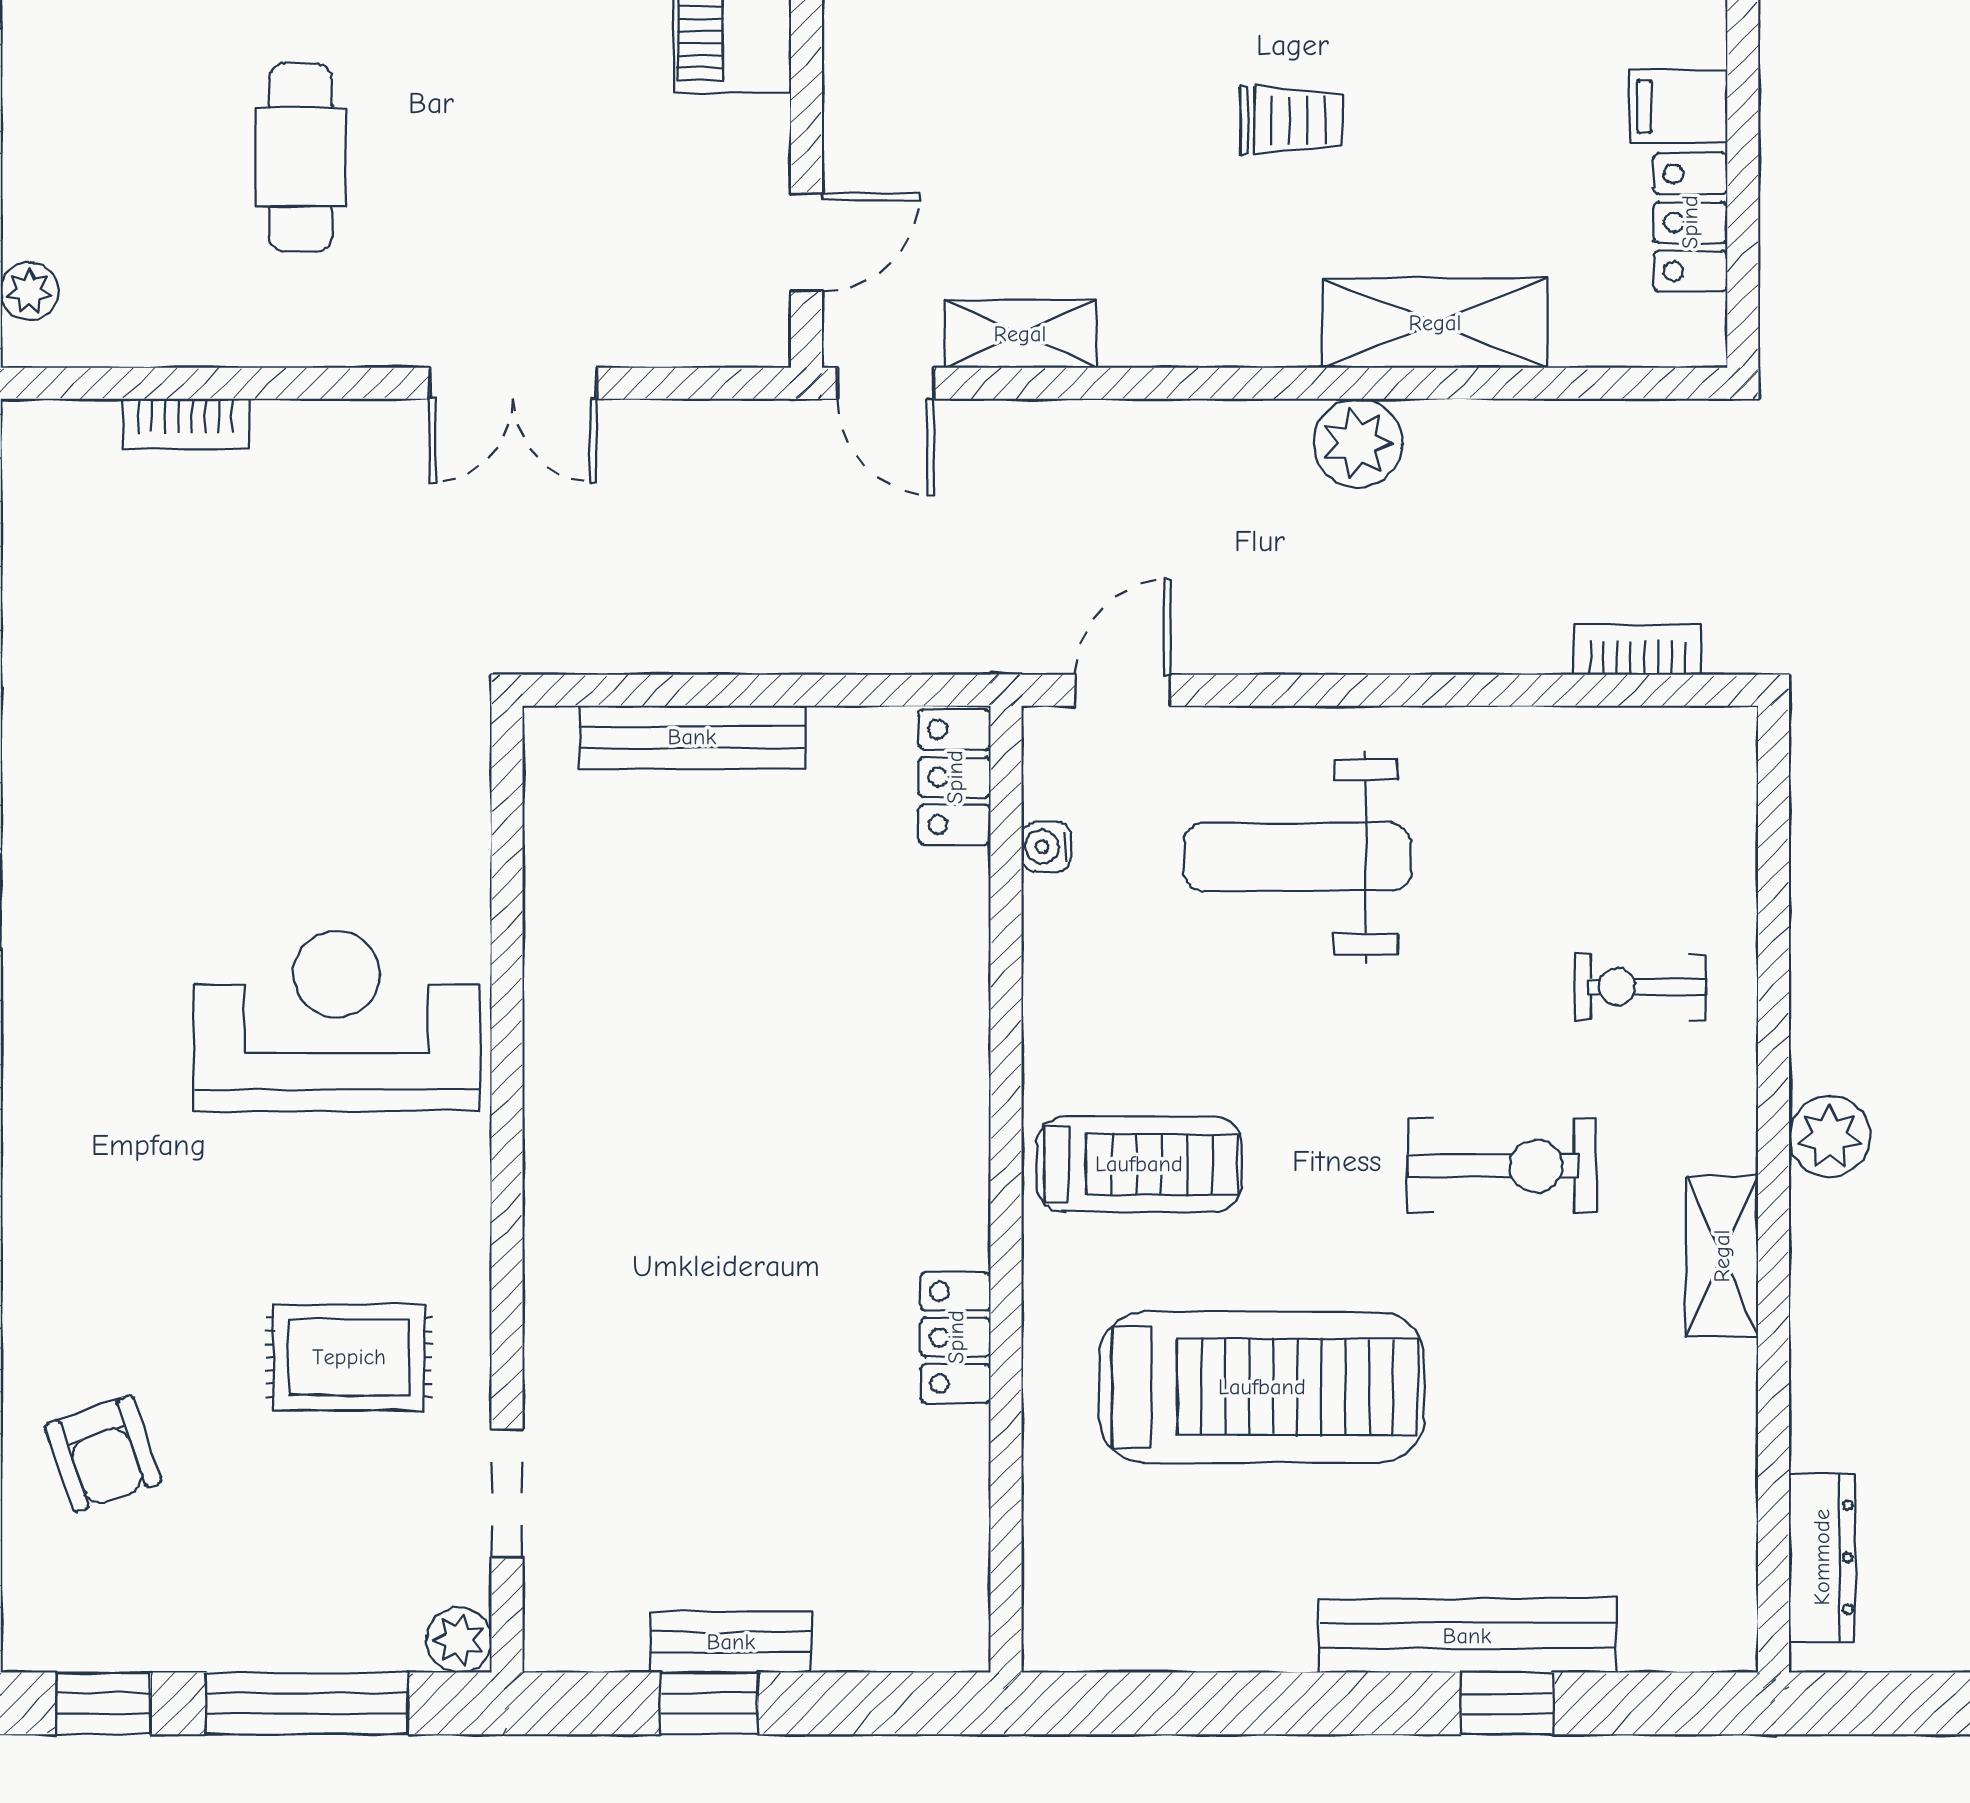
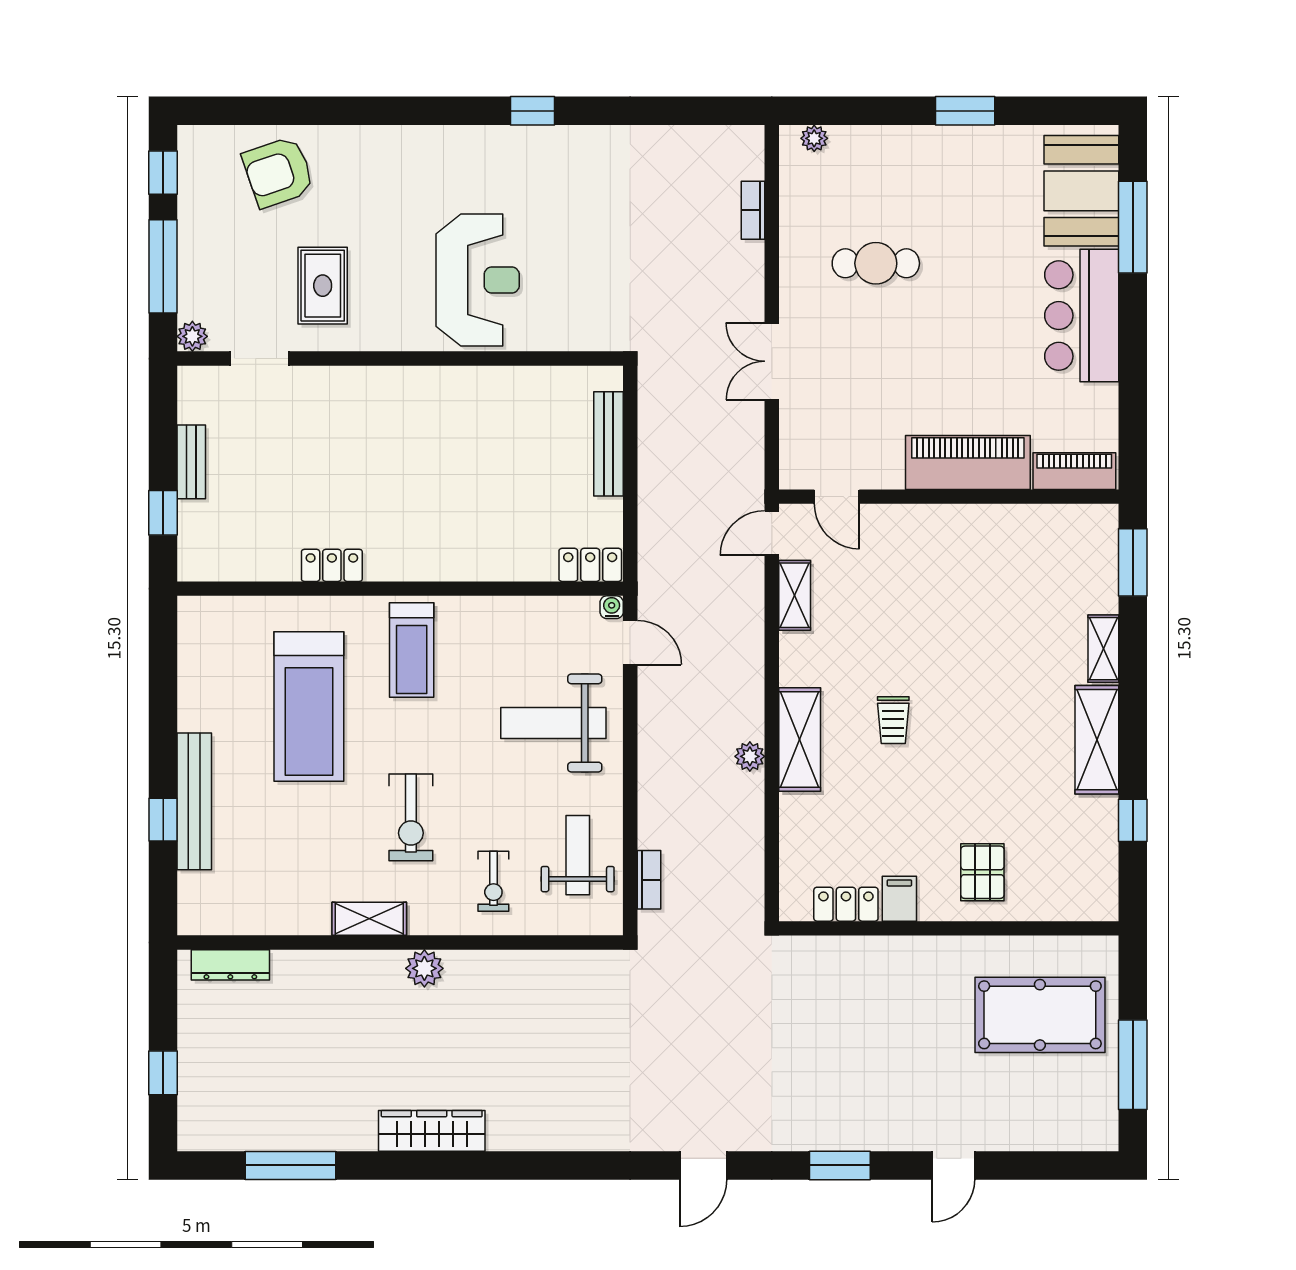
shelving: (1435, 323) -> (800, 739), moved
plant: (1358, 443) -> (750, 756), width x0.73, depth x0.73
weight bench: (1584, 804) -> (578, 855), added
water cooler: (1046, 847) -> (612, 607), moved
weight bench: (1297, 857) -> (553, 723), turned -90
exercise bike: (1641, 987) -> (493, 881), turned 180
armchair: (103, 1454) -> (278, 172), width x1.38, depth x1.38
window: (709, 1703) -> (163, 513), moved

